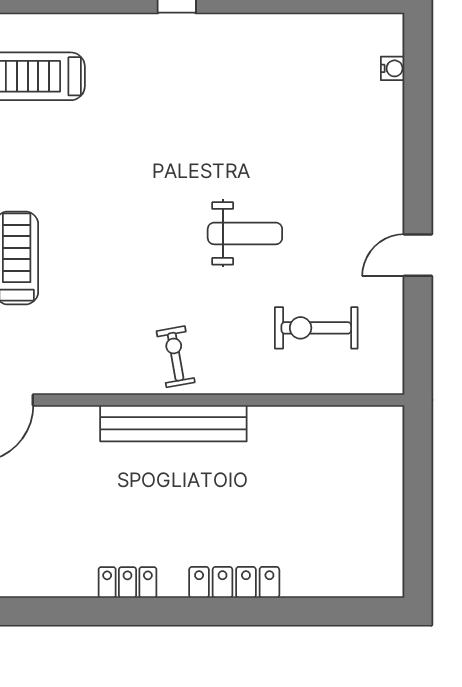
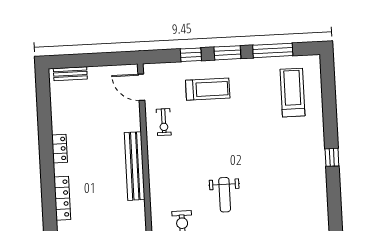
exercise bike: (176, 357) -> (164, 122), moved, turned 100

